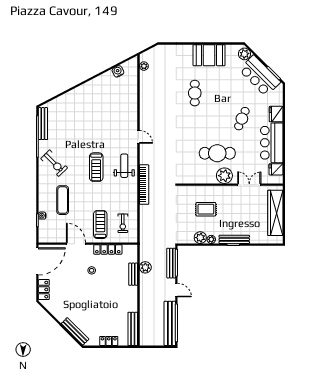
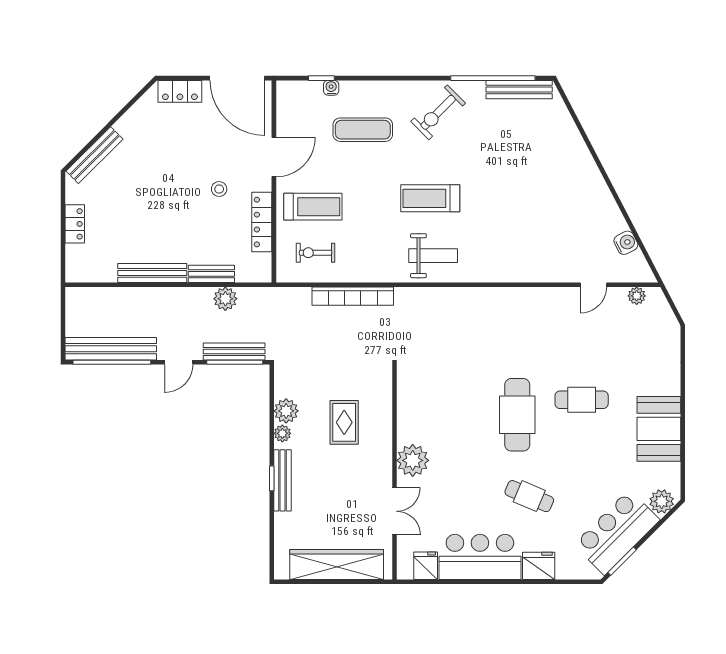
door: (139, 137) -> (593, 285), moved
cafe table: (217, 153) -> (517, 415), moved
bookcase: (144, 185) -> (353, 296), moved
bench: (133, 329) -> (152, 273), moved

